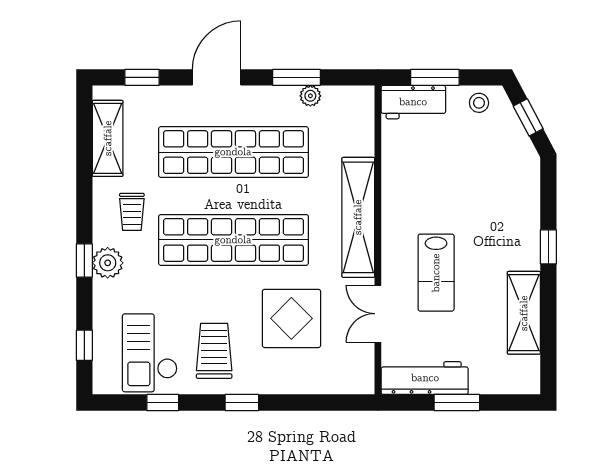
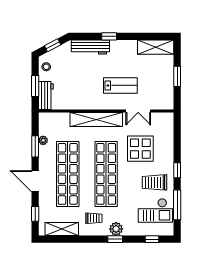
shelving: (524, 313) -> (156, 47), moved
workbench: (425, 378) -> (90, 47), moved, turned -90
window: (163, 402) -> (177, 205), width x2.17

